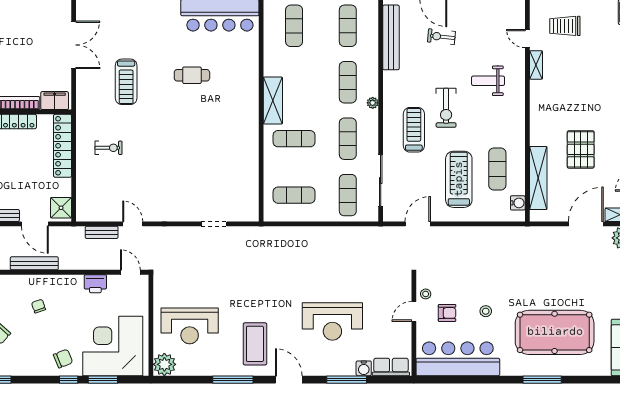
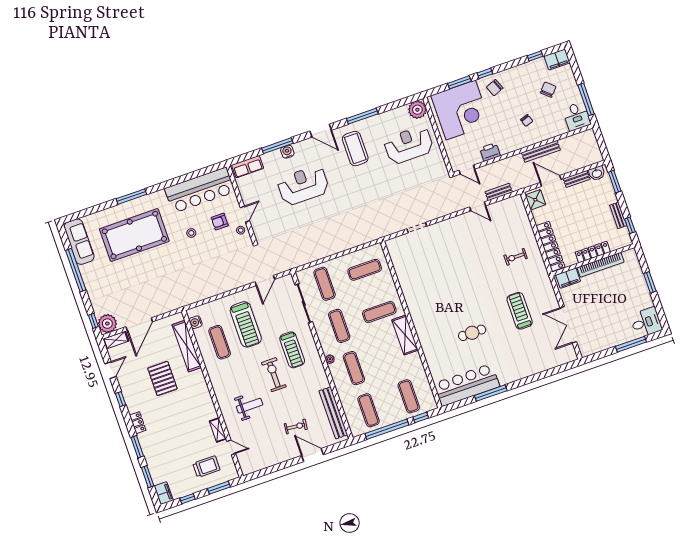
water cooler: (364, 368) -> (287, 152), moved

